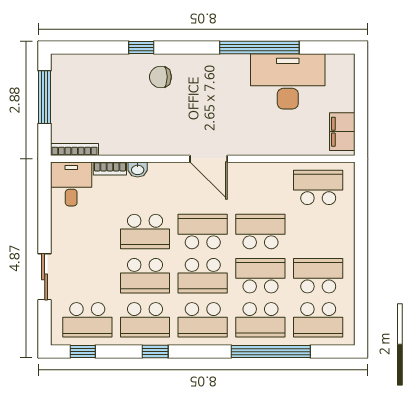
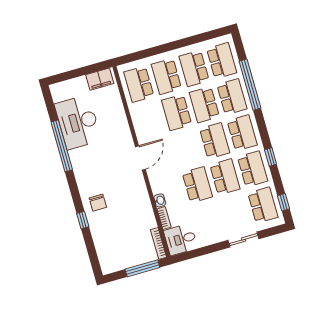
window: (45, 97) -> (142, 268), moved
school desk: (203, 232) -> (166, 76), moved

